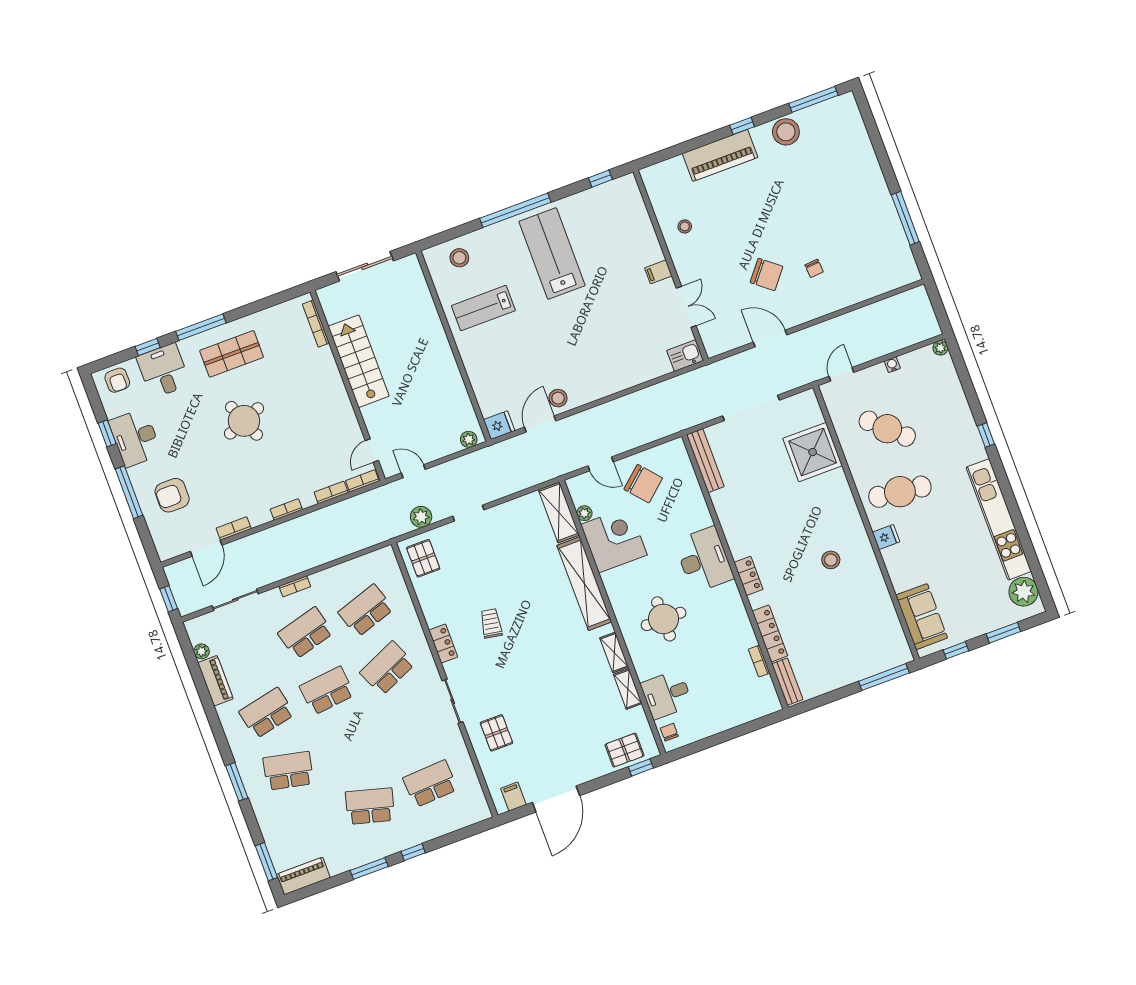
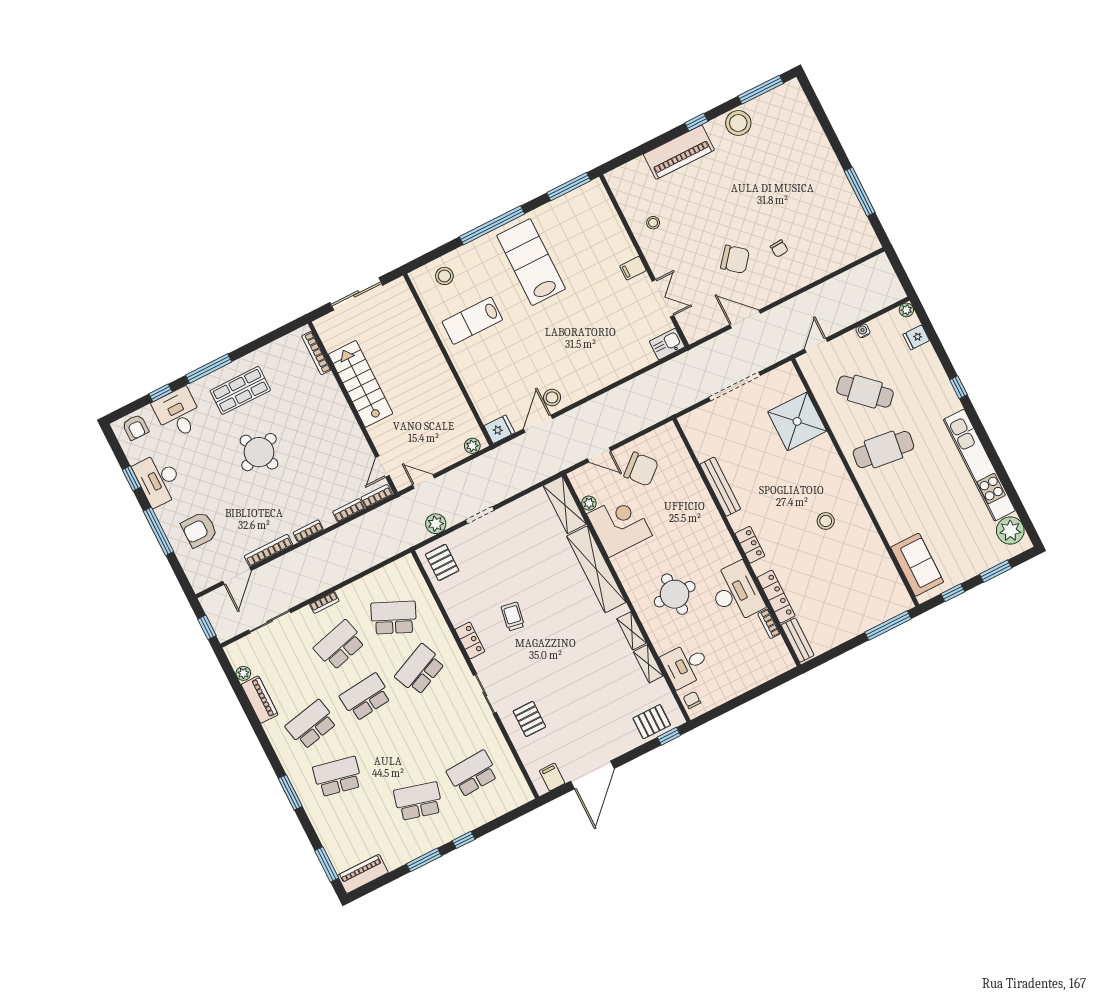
window: (600, 179) -> (569, 187), width x2.17
bench: (705, 461) -> (720, 487), moved
bookcase: (234, 528) -> (268, 550), width x1.56
fridge: (886, 537) -> (916, 337), moved, turned 180
desk: (704, 560) -> (736, 593), moved
school desk: (366, 611) -> (394, 618), turned 42

